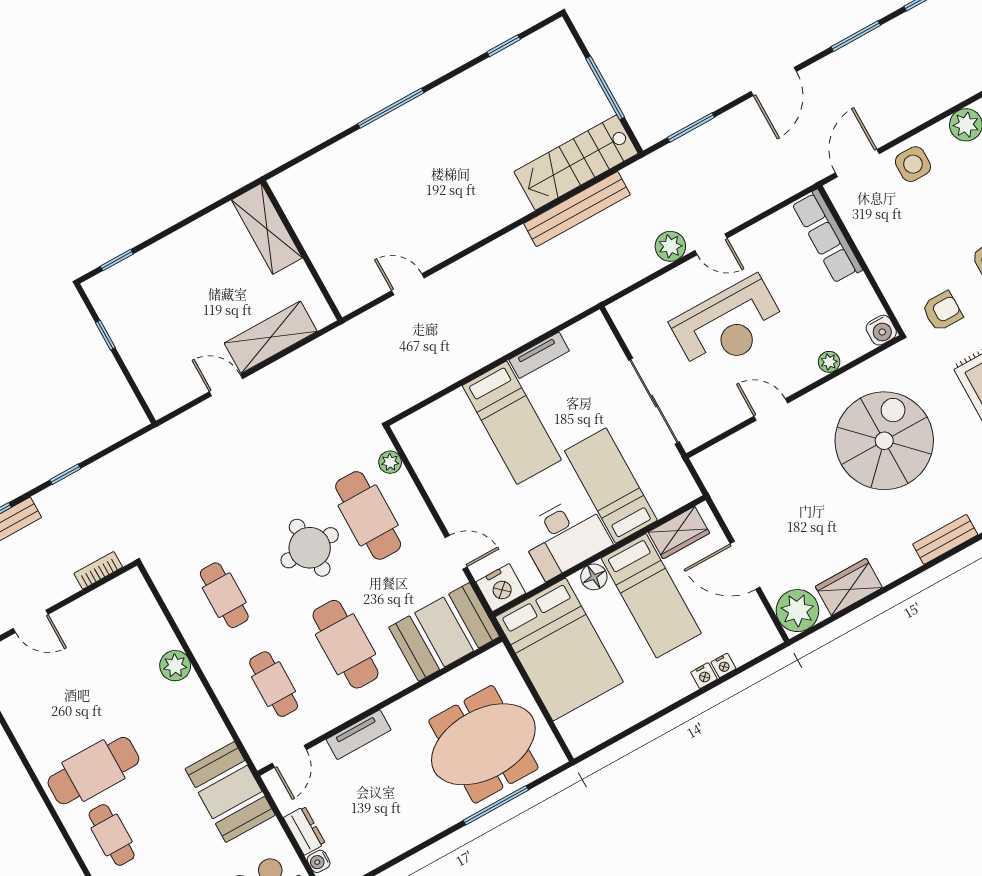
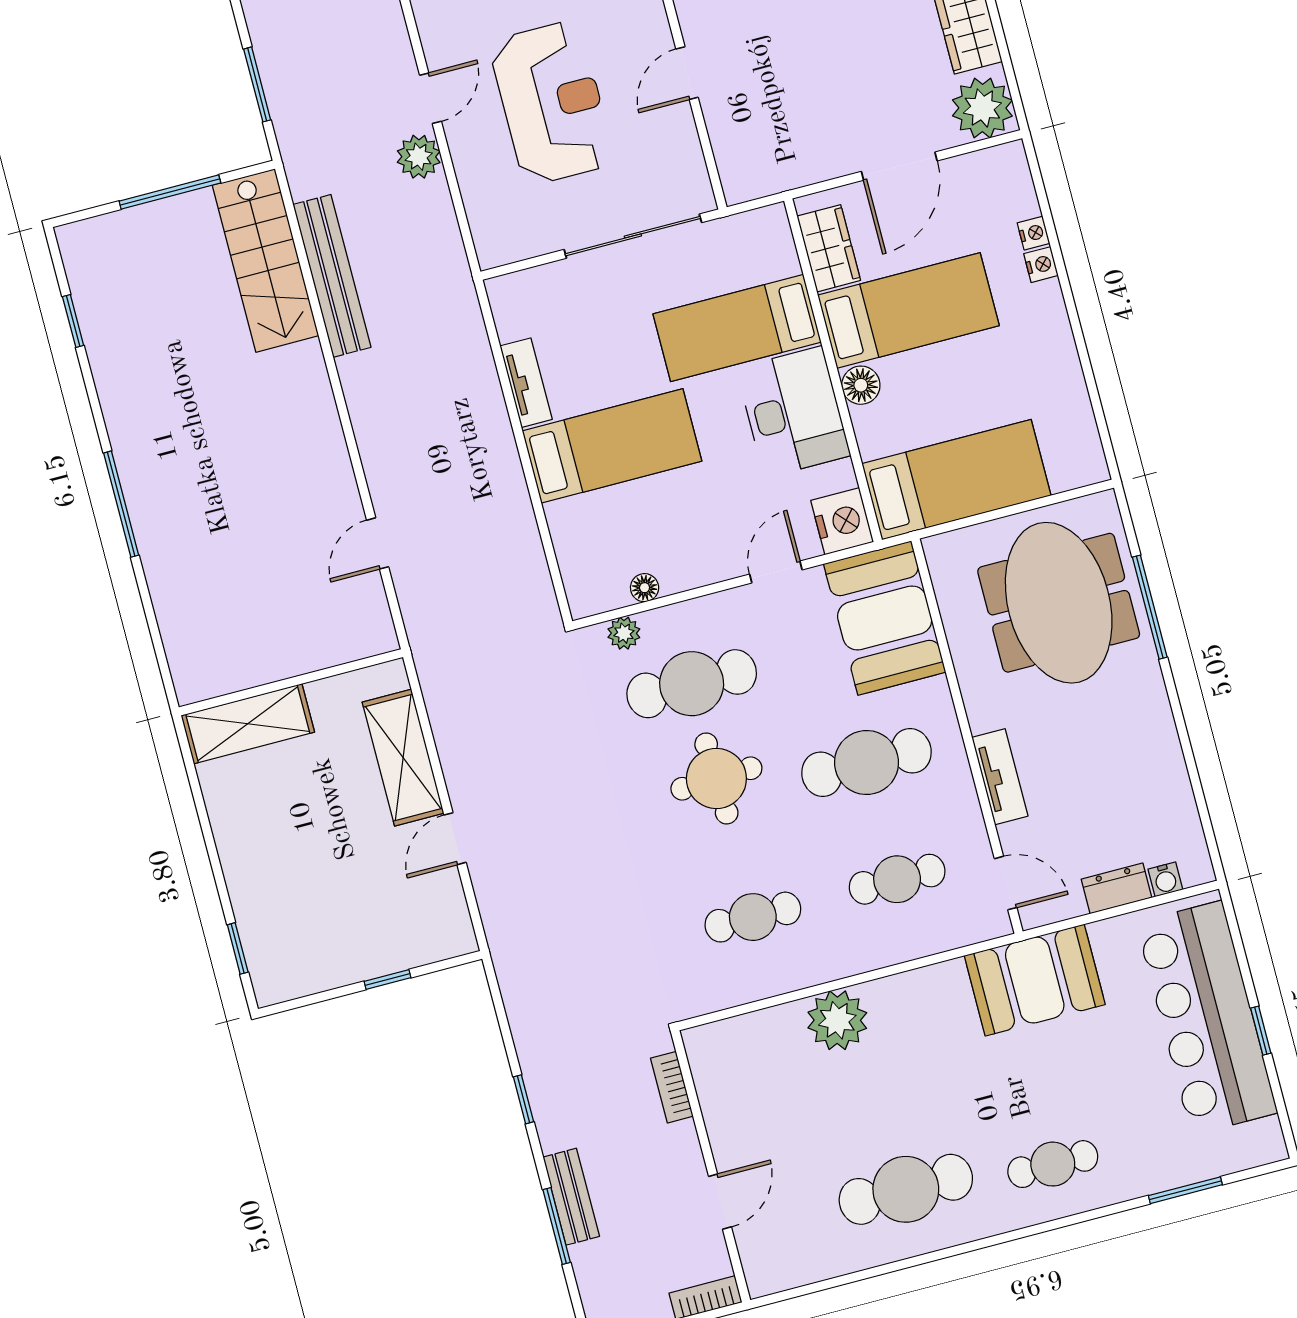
window: (105, 335) -> (387, 979), moved
floor lamp: (424, 468) -> (645, 588), added
bed: (559, 649) -> (956, 480), width x0.67
plant: (175, 666) -> (837, 1020), width x1.36, depth x1.36
cafe table: (93, 771) -> (906, 1189), moved, turned 90

